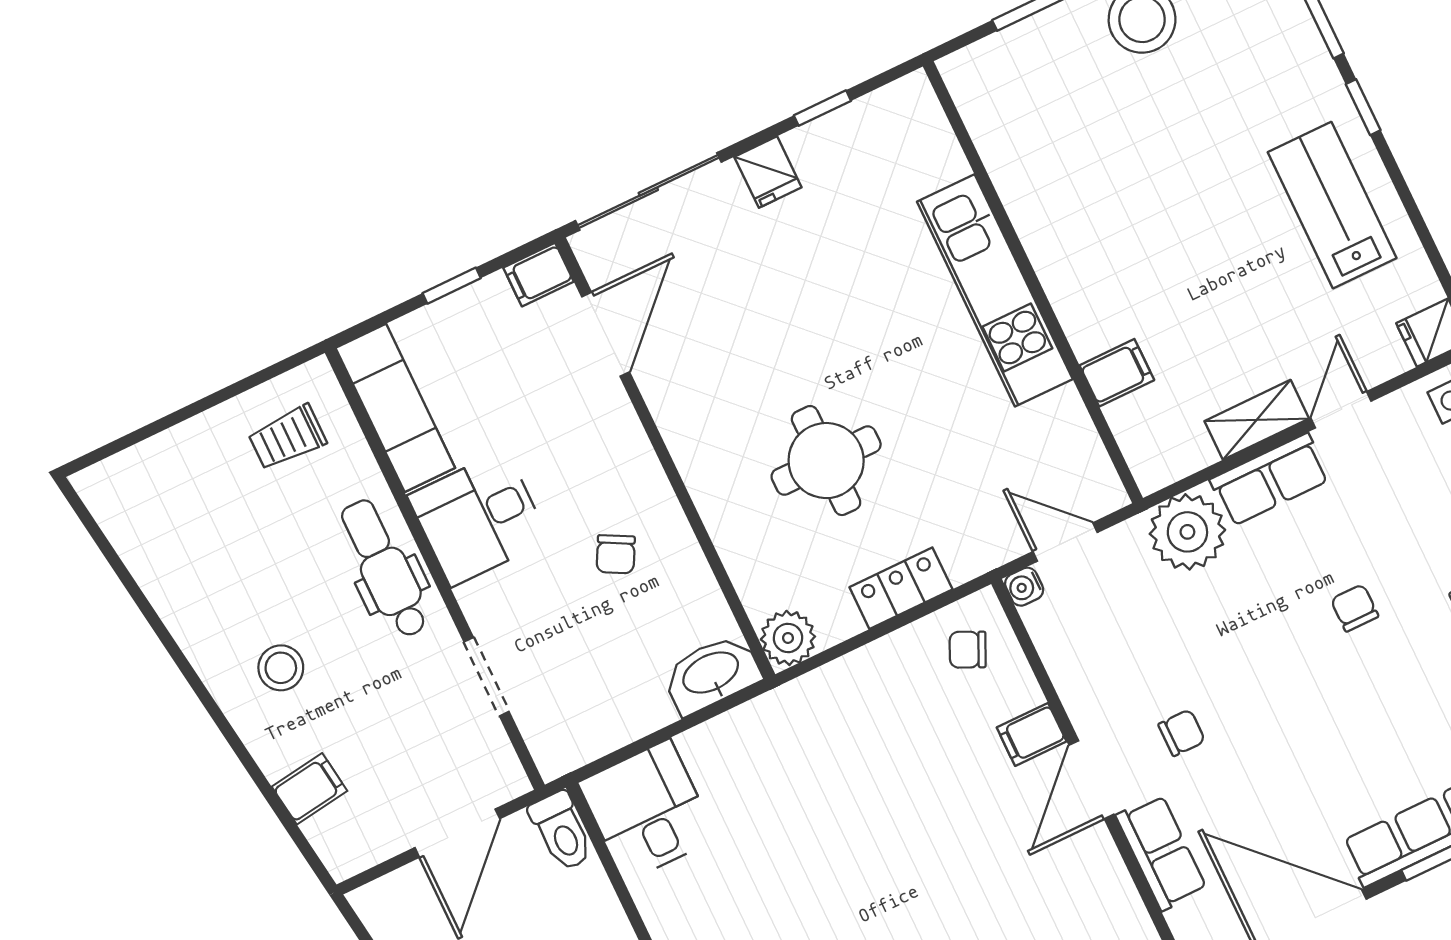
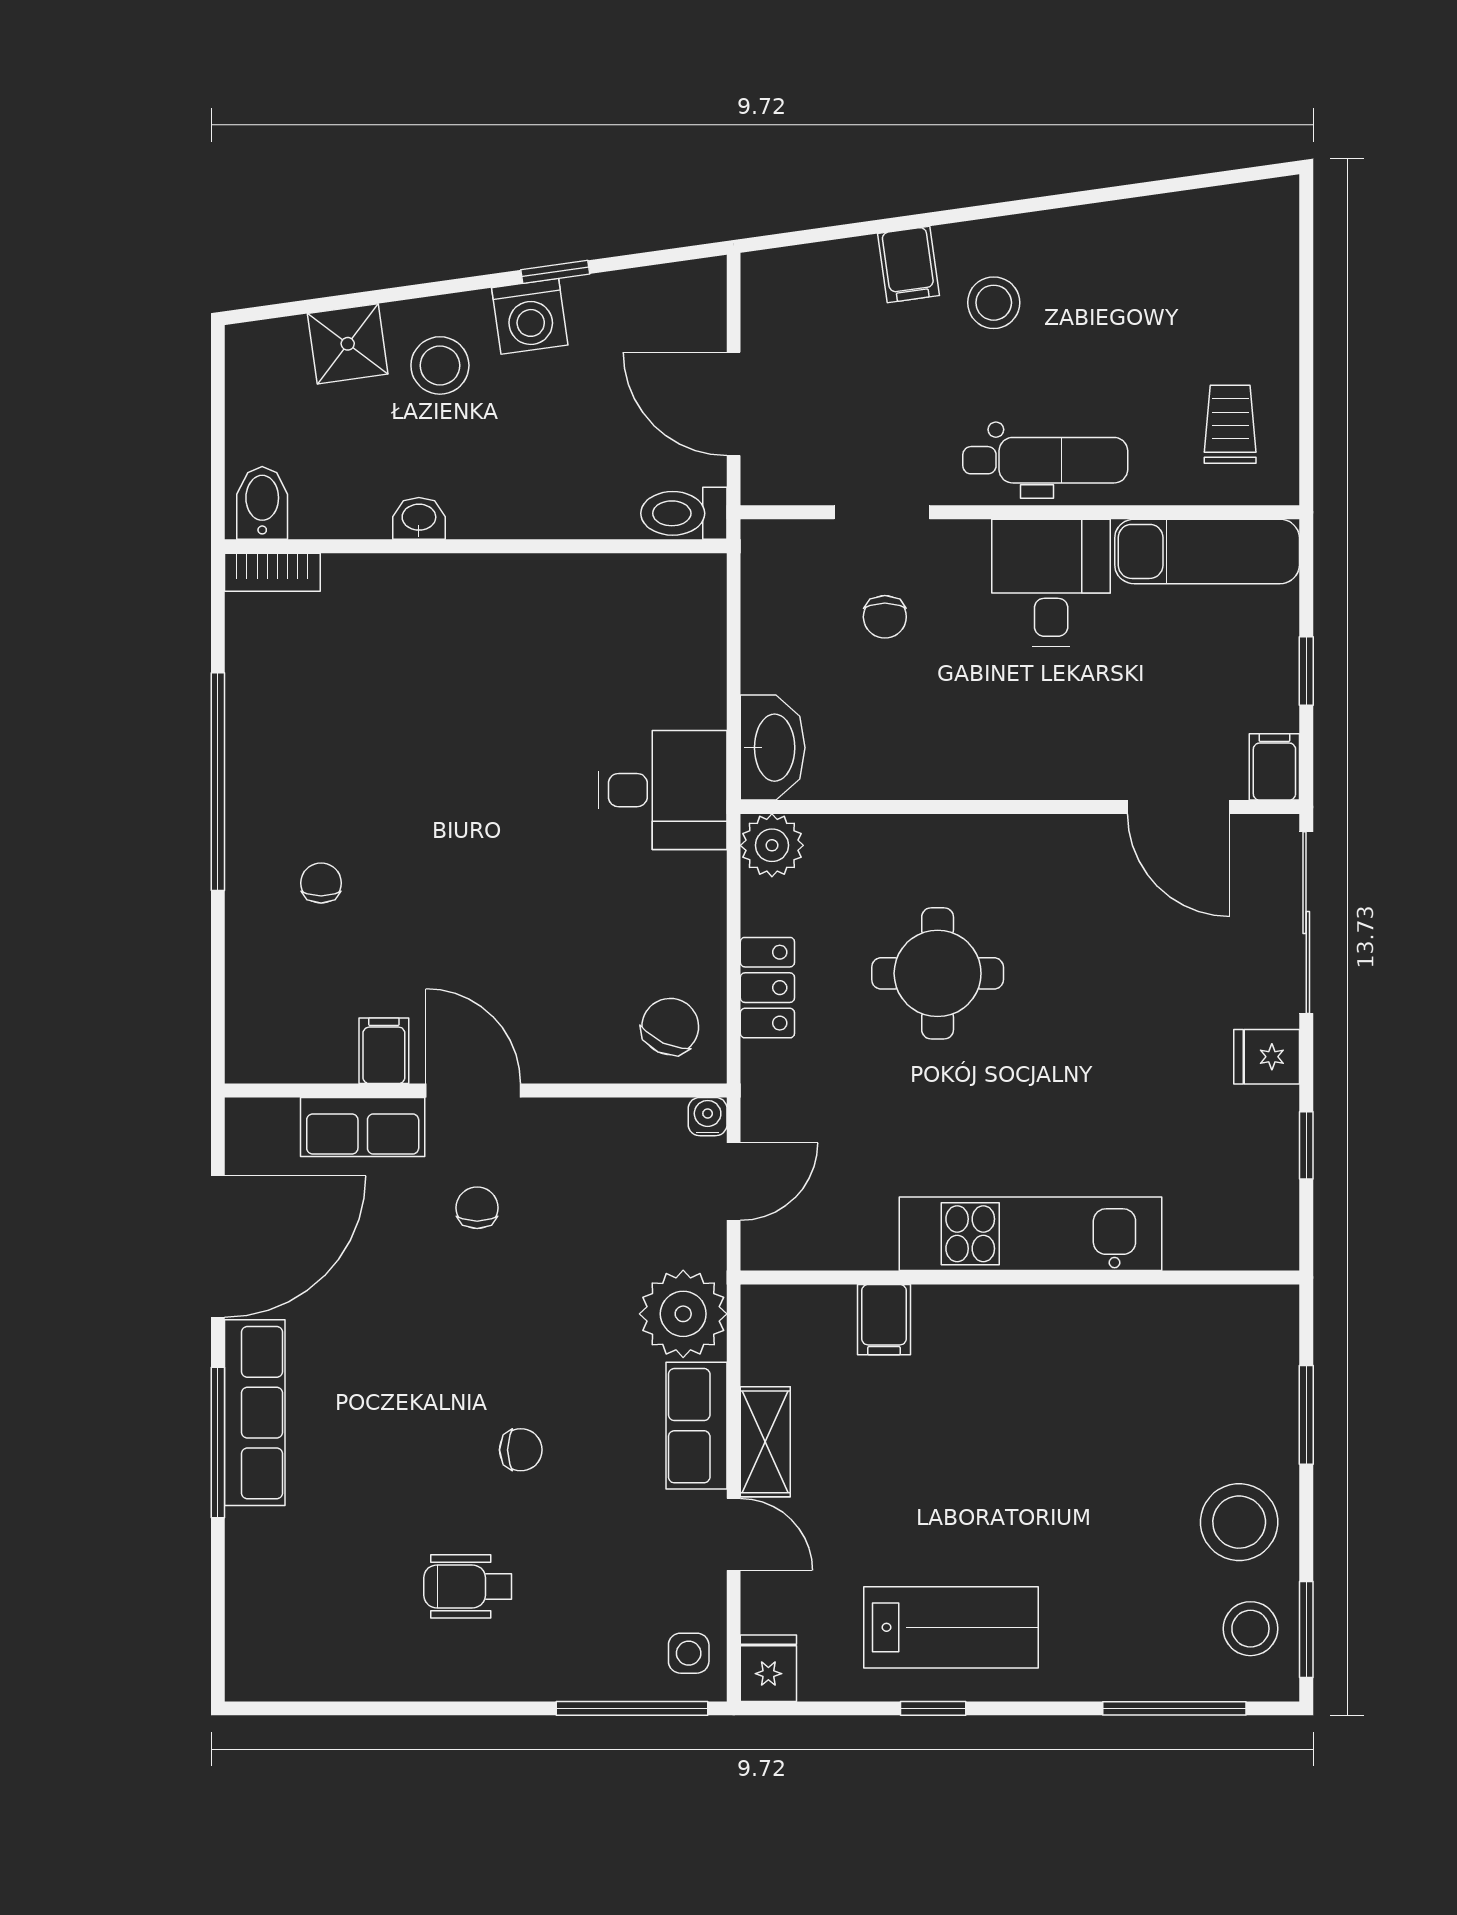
window: (1363, 107) -> (933, 1708), moved
chair: (616, 554) -> (885, 617), moved, turned -118
chair: (968, 650) -> (670, 1026), width x1.37, depth x1.37
chair: (1182, 733) -> (477, 1208), turned 180
filing cabinet: (1032, 734) -> (384, 1051), moved
filing cabinet: (309, 789) -> (908, 265), moved
desk: (647, 810) -> (663, 790), moved

